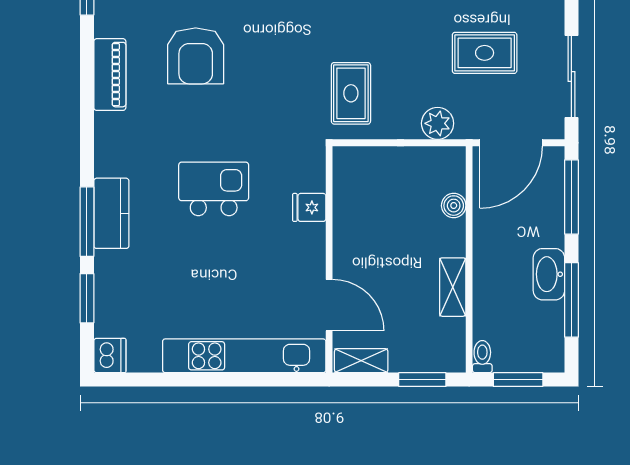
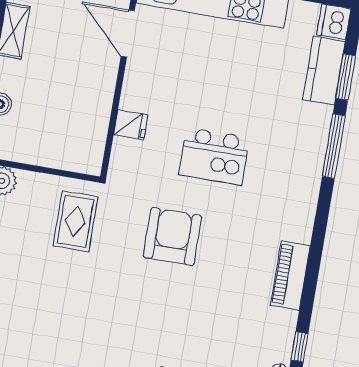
armchair: (196, 56) -> (172, 236), moved
kitchen counter: (111, 213) -> (324, 71), moved

